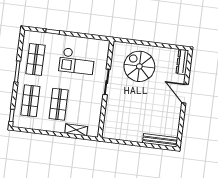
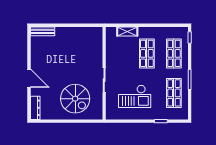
checkout: (77, 61) -> (135, 96), turned 180
bench: (160, 140) -> (43, 31), width x0.73

